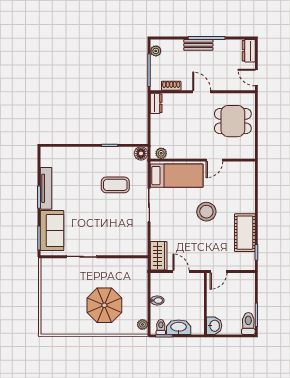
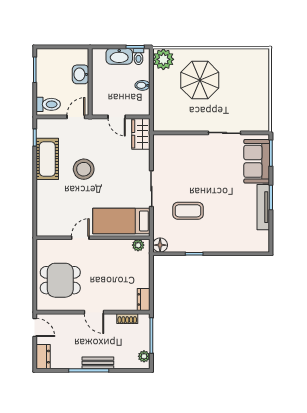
stool: (206, 212) -> (84, 169), moved
toilet: (248, 323) -> (48, 104), moved, turned -90
plant: (142, 324) -> (163, 59), width x1.88, depth x1.88
washbasin: (214, 326) -> (81, 74), moved

